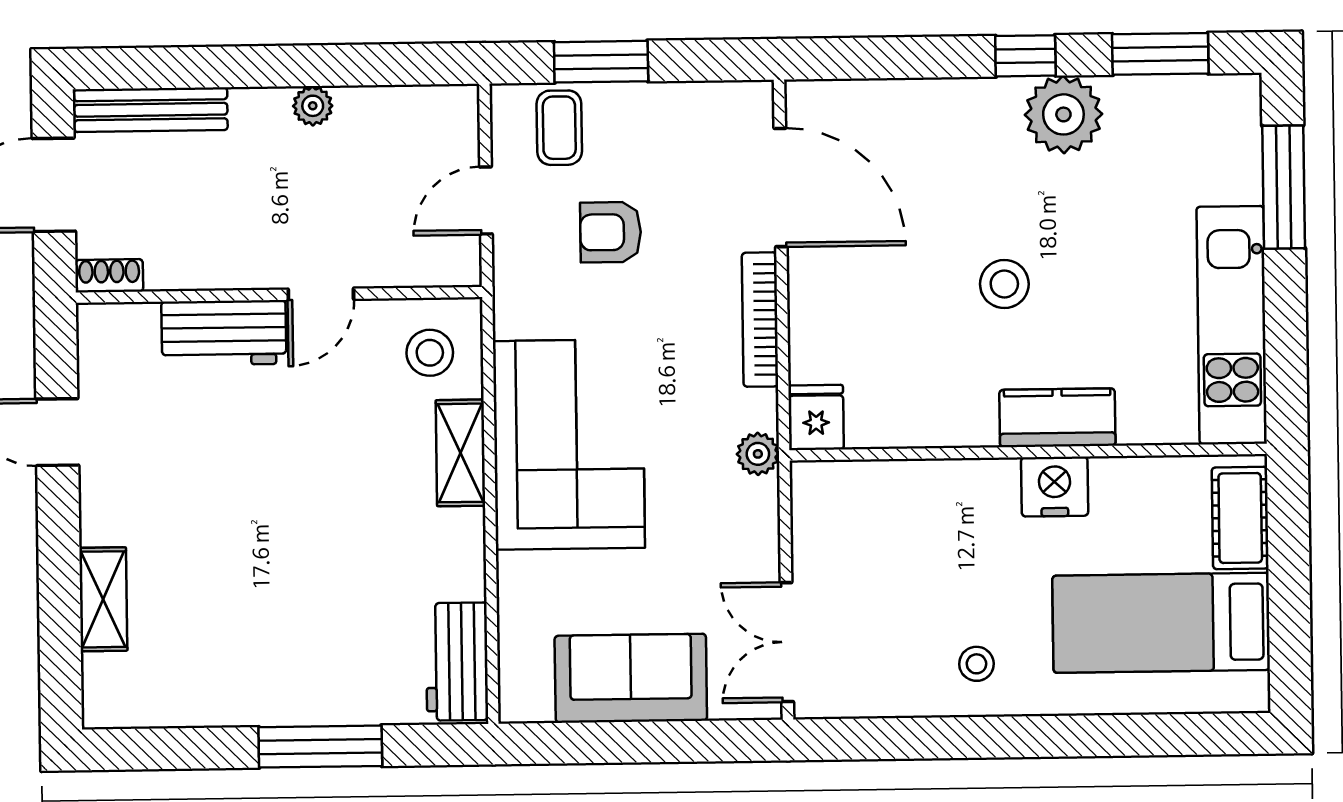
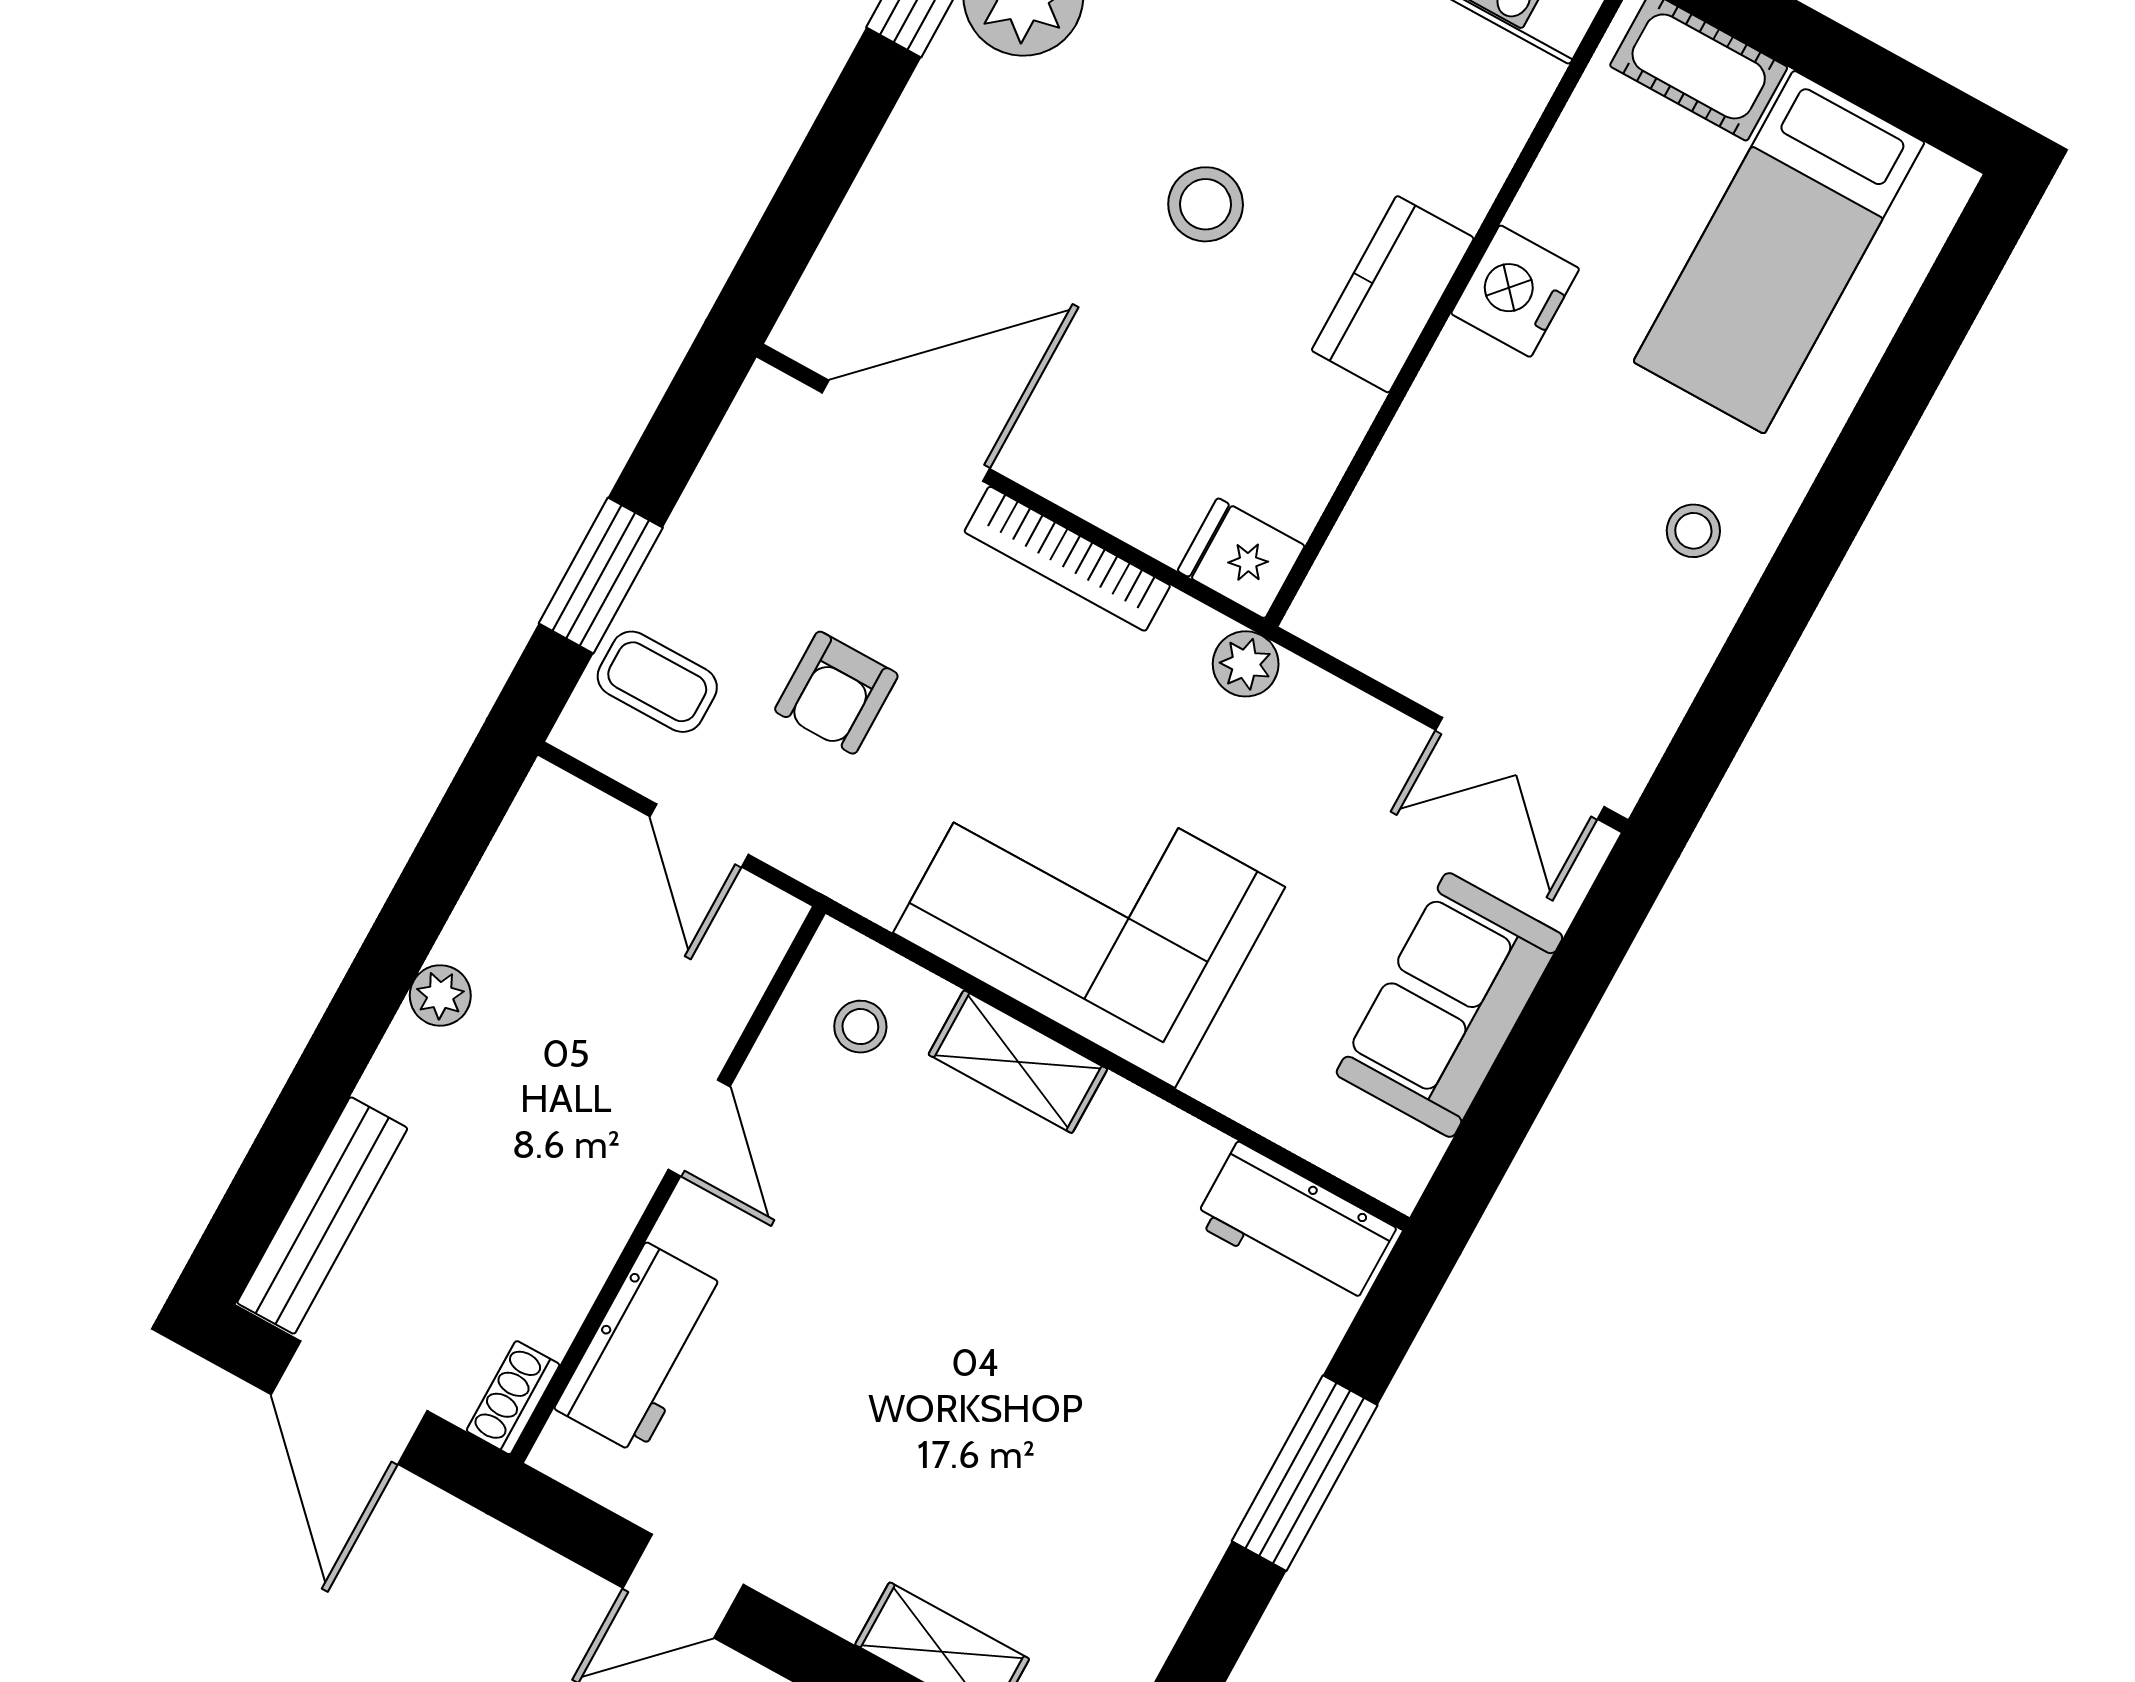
workbench: (224, 333) -> (643, 1349), moved
stool: (430, 353) -> (860, 1027), width x0.73, depth x0.73
kitchen counter: (1057, 418) -> (1393, 294), moved

